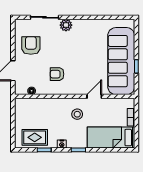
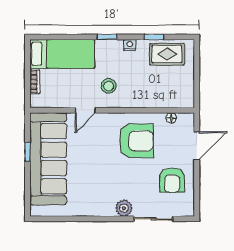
armchair: (57, 74) -> (136, 141), width x1.88, depth x1.88

